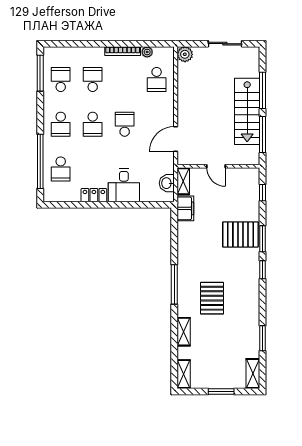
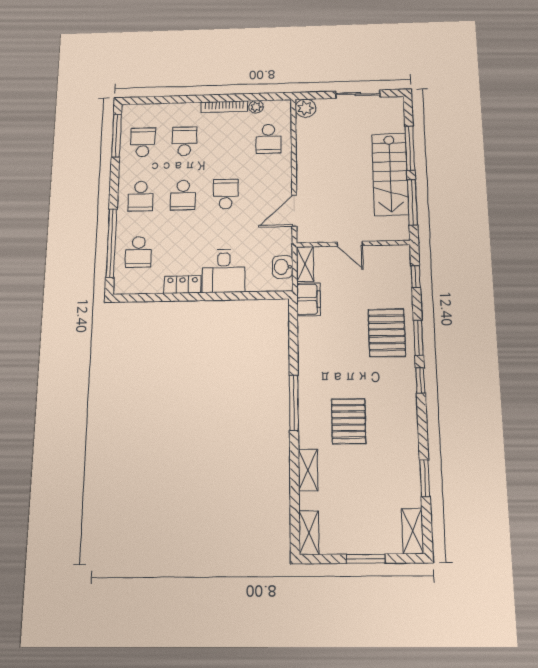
pallet: (240, 234) -> (387, 333), turned 90

